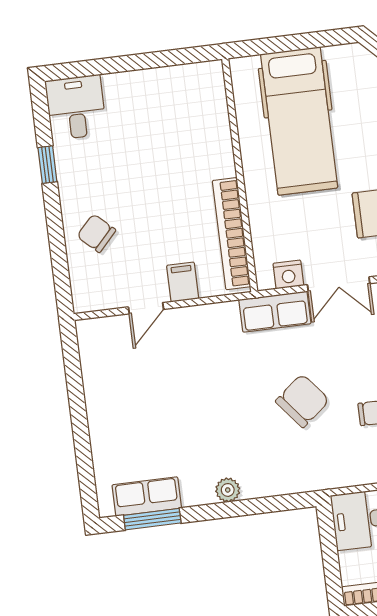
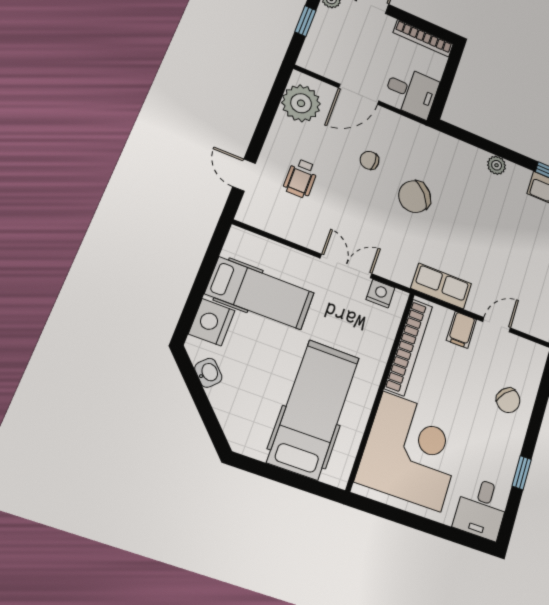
corner desk: (178, 129) -> (412, 451), added
row of seats: (275, 312) -> (441, 286), moved

